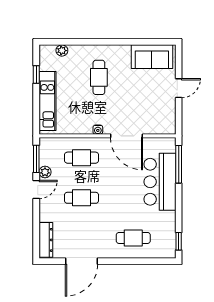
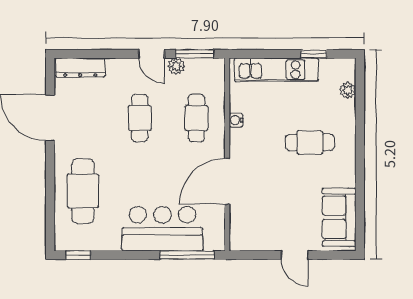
water cooler: (98, 130) -> (236, 120), moved
cafe table: (133, 238) -> (83, 191), width x1.37, depth x1.35

